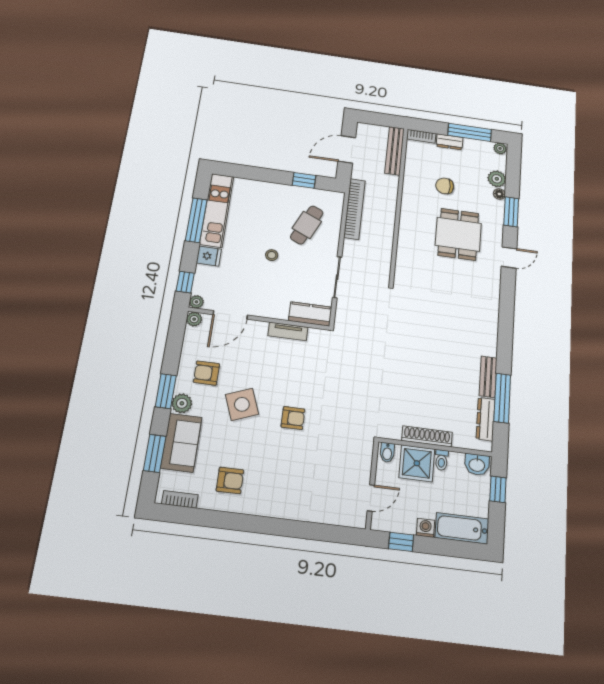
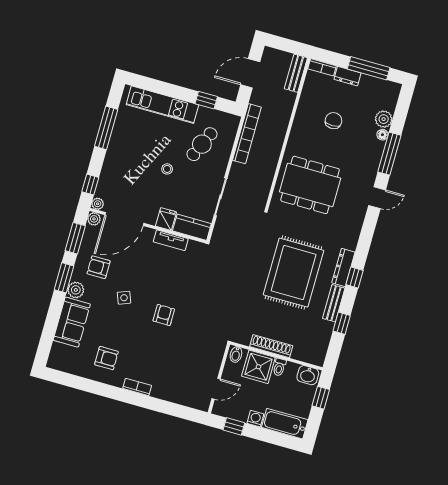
plant: (500, 148) -> (394, 88), removed
bench: (395, 151) -> (296, 73), width x0.73
chair: (445, 186) -> (333, 121), turned 90
kitchen unit: (217, 210) -> (162, 105), moved, turned 90
window: (511, 212) -> (389, 154), width x1.44
dining table: (458, 234) -> (310, 185), moved, width x1.38
fridge: (209, 256) -> (166, 219), moved, turned -90
door: (230, 315) -> (124, 219), width x1.36
window: (505, 345) -> (355, 277), added
rug: (435, 349) -> (294, 273), added
window: (502, 398) -> (342, 323), width x0.46
side table: (242, 404) -> (124, 298), width x0.54, depth x0.54
armchair: (293, 418) -> (164, 315), turned -90
dresser: (486, 419) -> (343, 267), moved
window: (155, 453) -> (75, 238), moved
bookcase: (180, 499) -> (137, 387), moved

